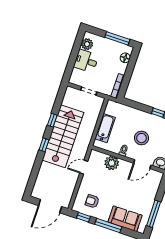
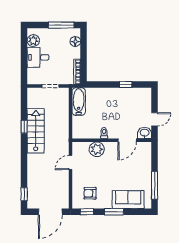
bathtub: (105, 128) -> (79, 102), moved
stairs: (63, 136) -> (36, 131), width x0.73, depth x0.66
stool: (142, 138) -> (118, 115), removed
window: (44, 145) -> (24, 194), moved
window: (108, 226) -> (114, 212), width x0.69

